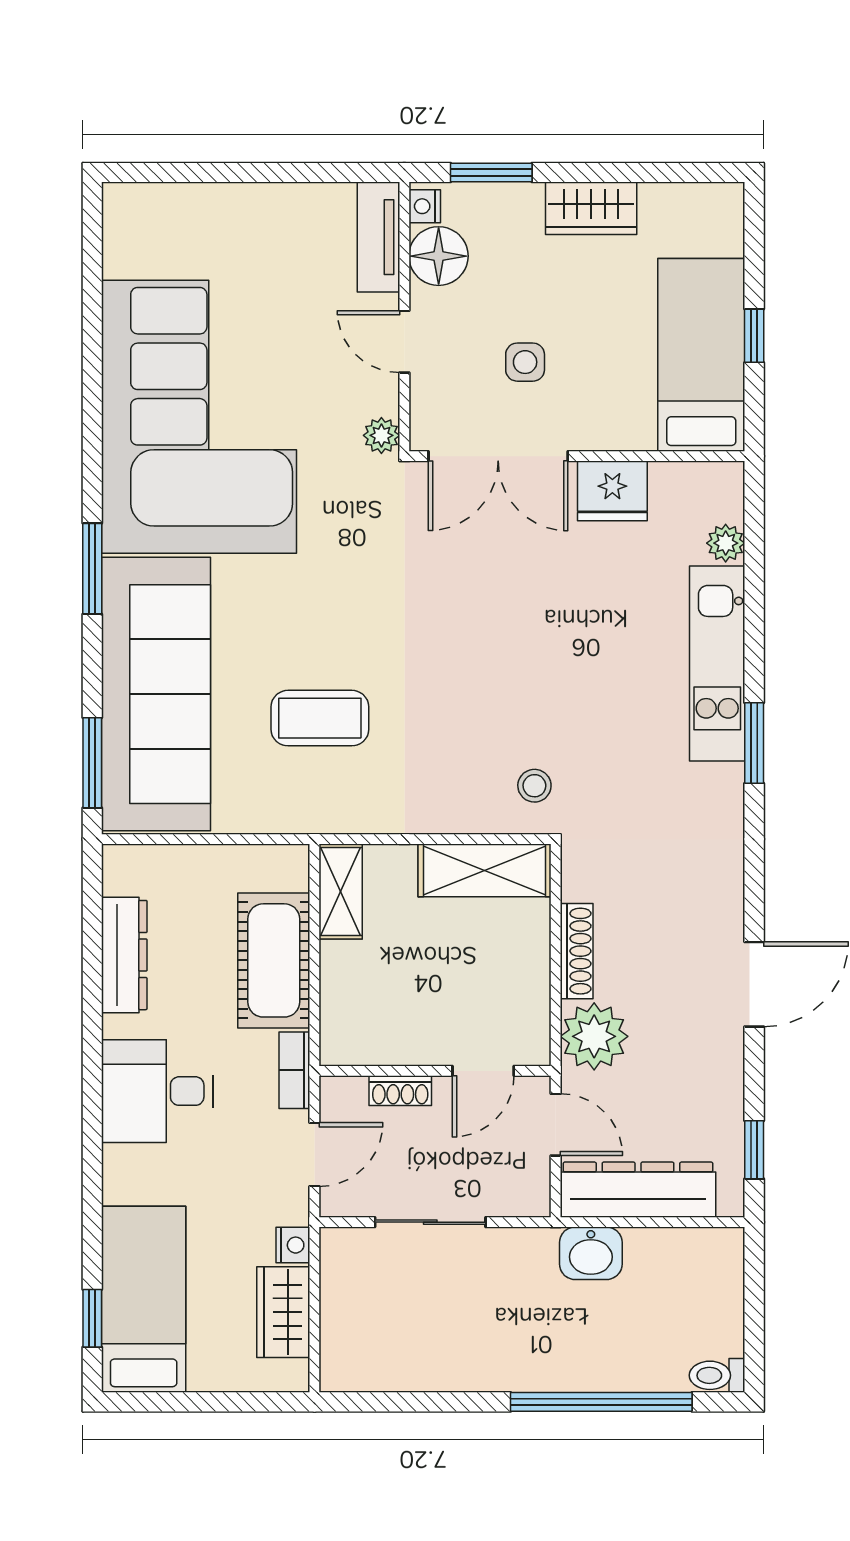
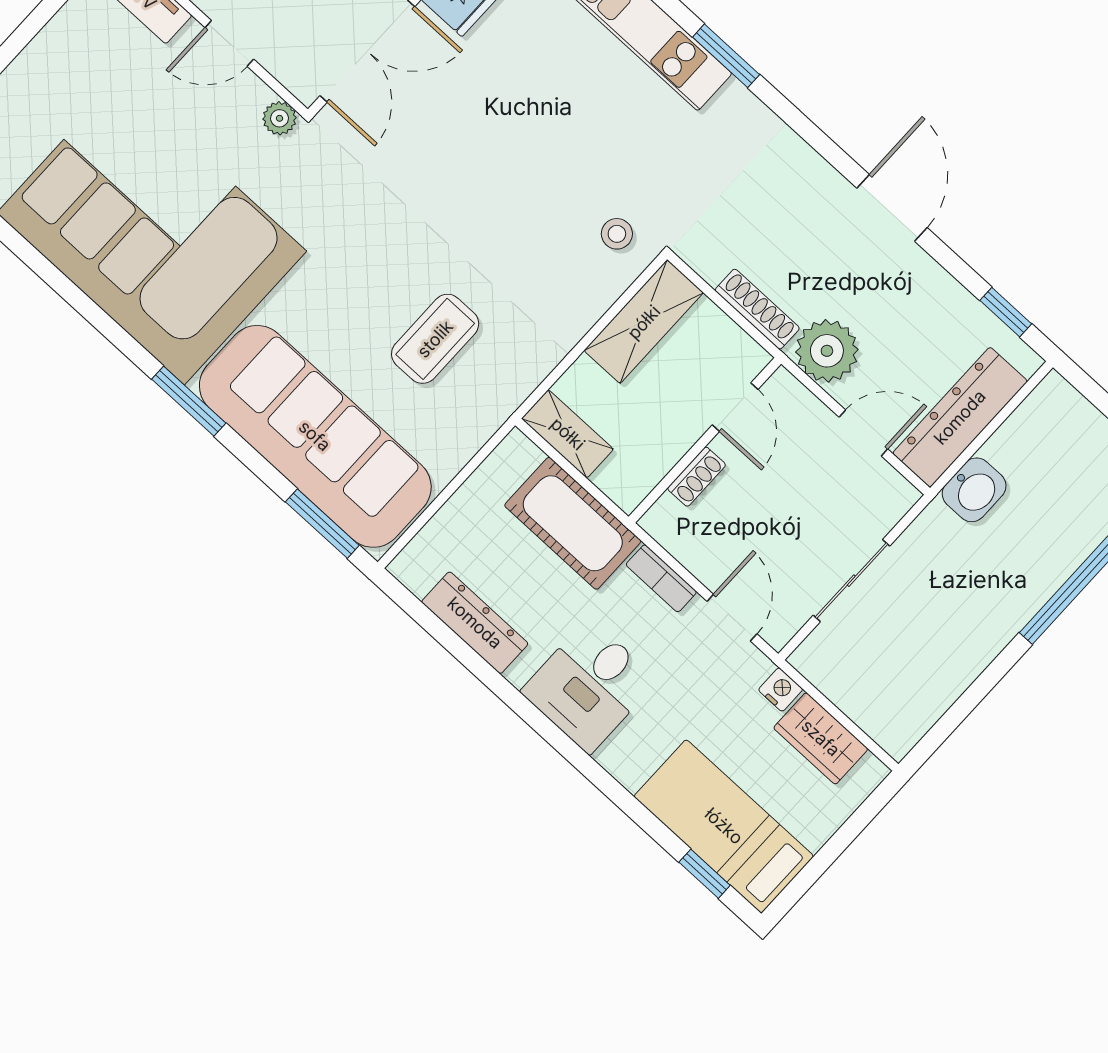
wall: (435, 1071) -> (705, 440), moved
door: (483, 1071) -> (735, 407), moved
shoe rack: (400, 1091) -> (697, 477), moved

